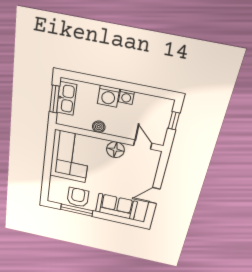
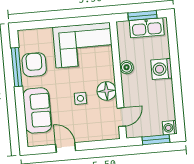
washing machine: (126, 97) -> (170, 128), moved
window: (174, 121) -> (156, 140), width x1.50
side table: (116, 172) -> (80, 98), added
armchair: (78, 197) -> (34, 65), turned -90

